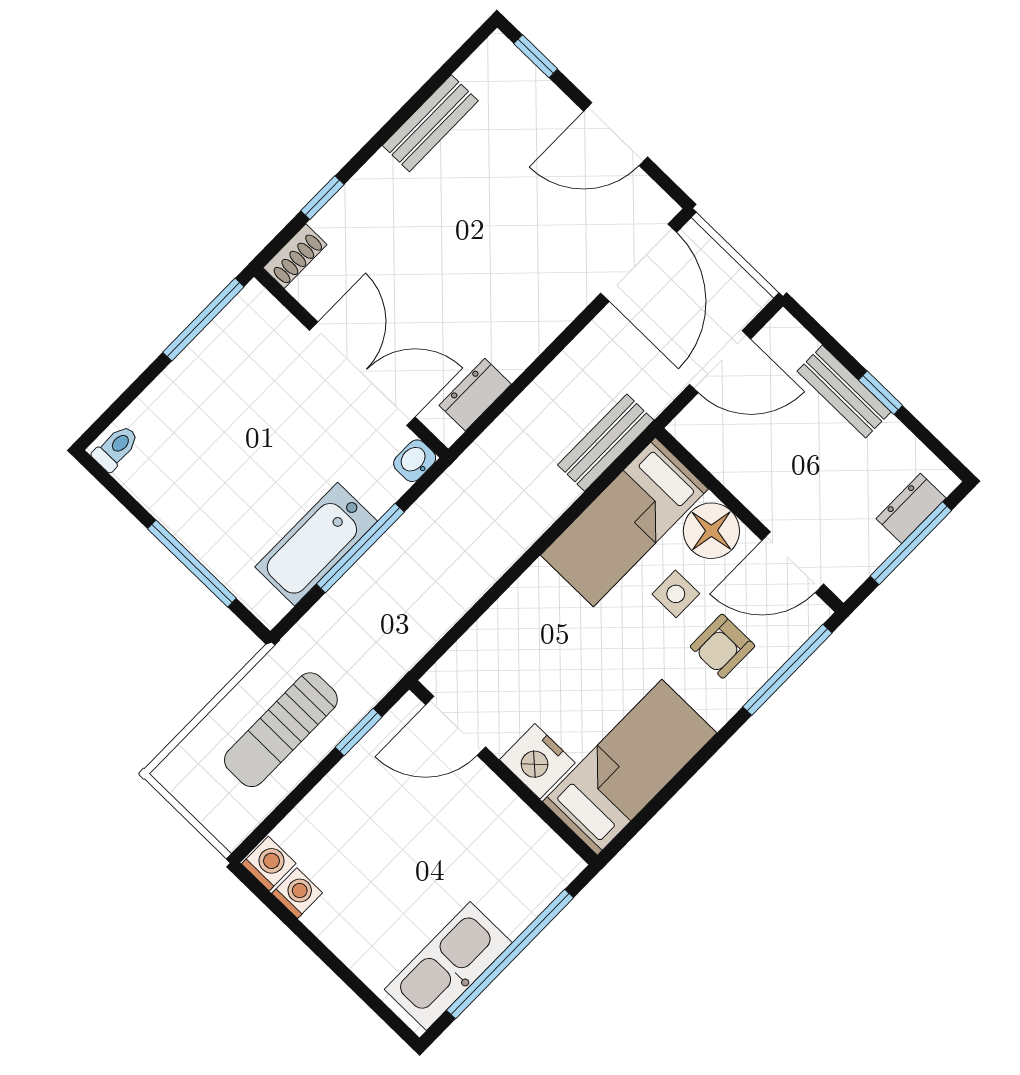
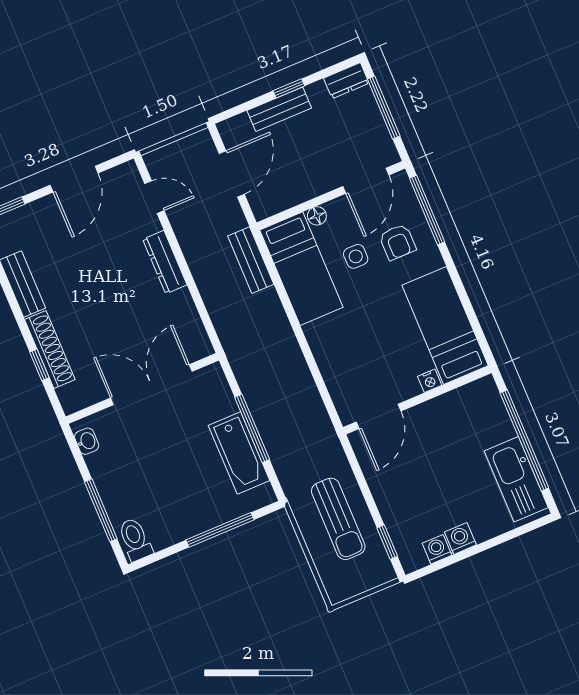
shoe rack: (295, 256) -> (50, 350), moved, width x1.94, depth x1.24
door: (639, 263) -> (154, 197), width x0.53
window: (203, 319) -> (101, 510), moved
dresser: (475, 395) -> (165, 262), moved, width x1.44
toilet: (116, 448) -> (135, 539), width x1.37, depth x1.39
washbasin: (415, 461) -> (87, 441), moved, turned 180
dresser: (911, 508) -> (346, 81), moved, turned -90
floor lamp: (711, 531) -> (317, 216), width x0.53, depth x0.53
window: (359, 732) -> (387, 542), moved
nightstand: (537, 761) -> (430, 381), width x0.53, depth x0.56
washing machine: (269, 864) -> (460, 538), moved

